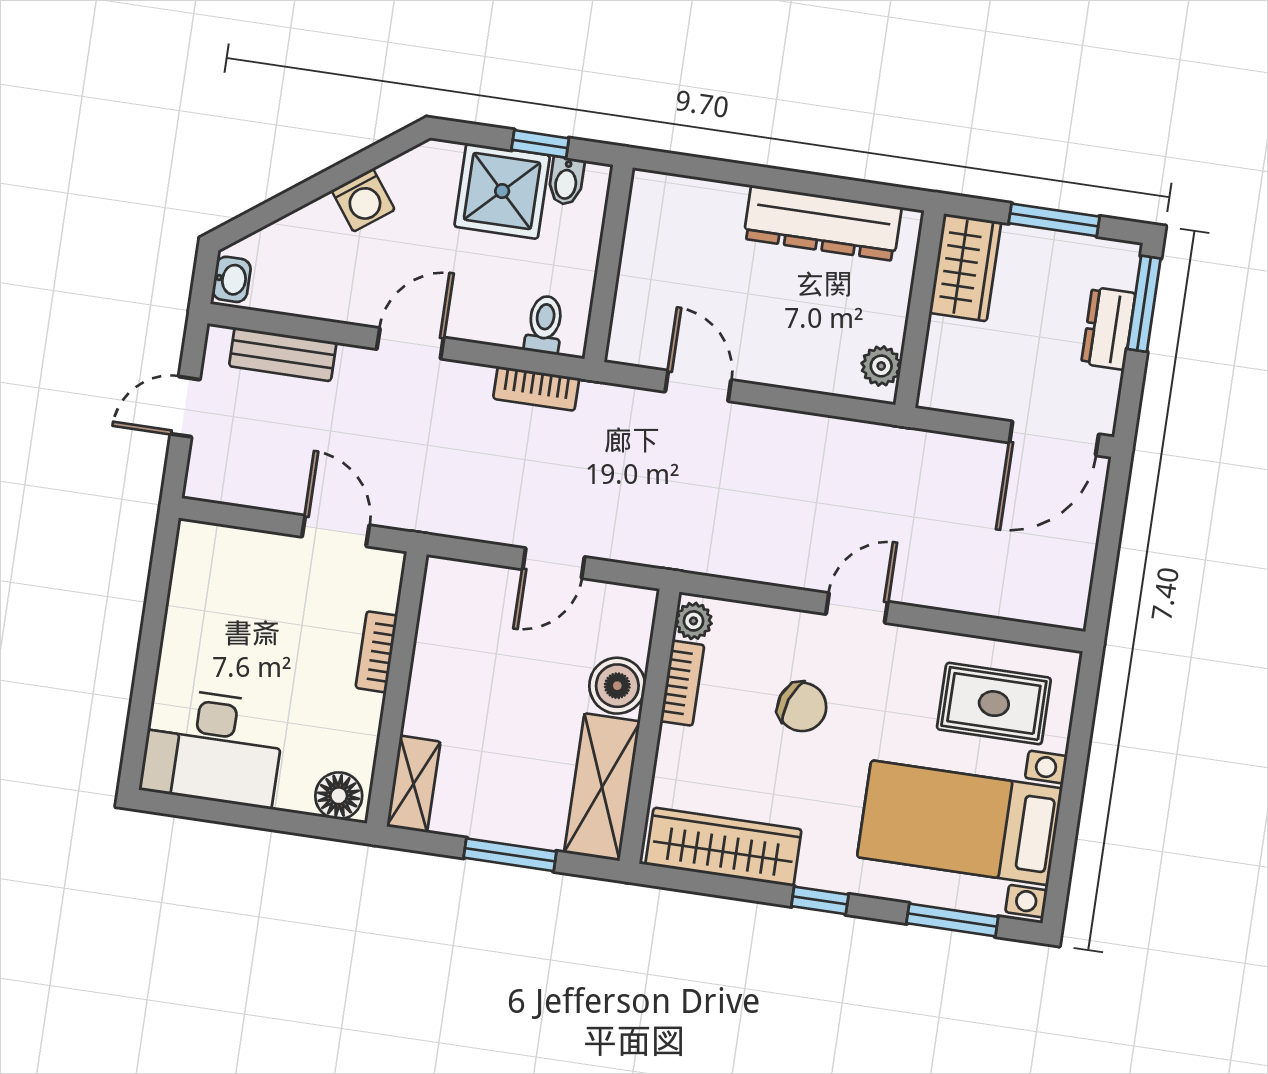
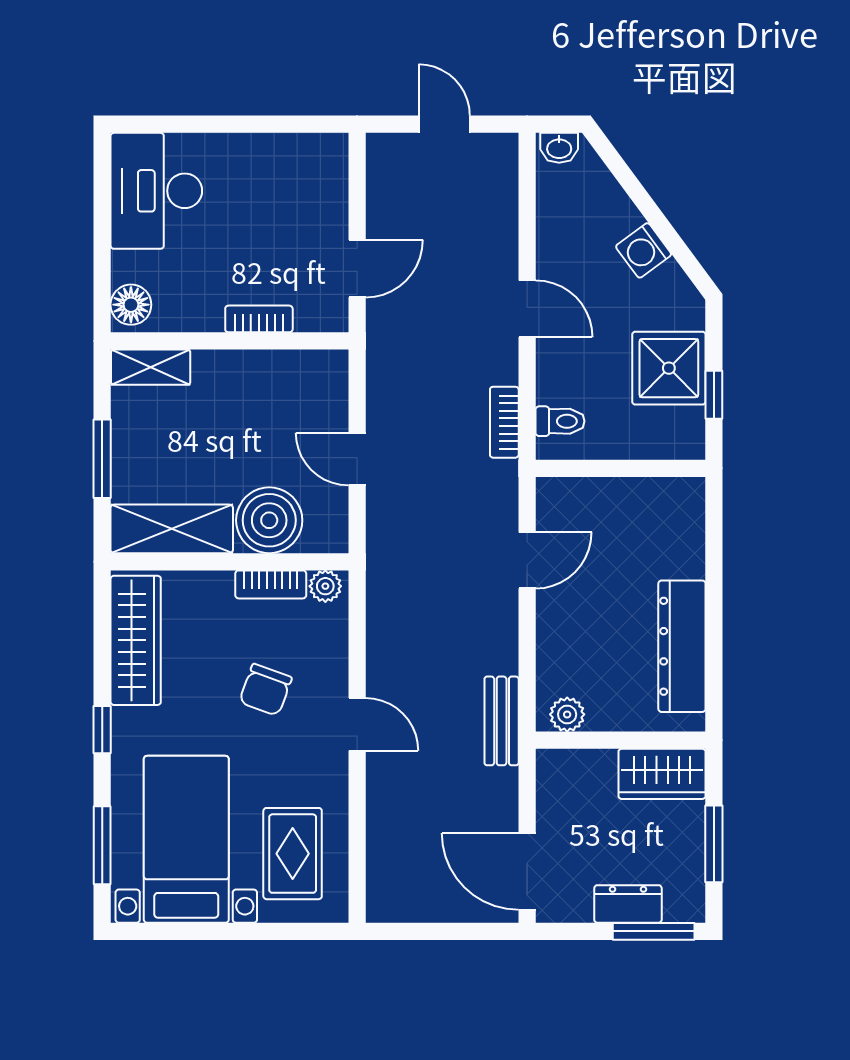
bidet: (566, 181) -> (685, 422), removed
bench: (283, 354) -> (502, 721), moved
boiler: (617, 686) -> (269, 520), width x1.37, depth x1.37

